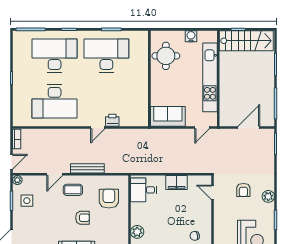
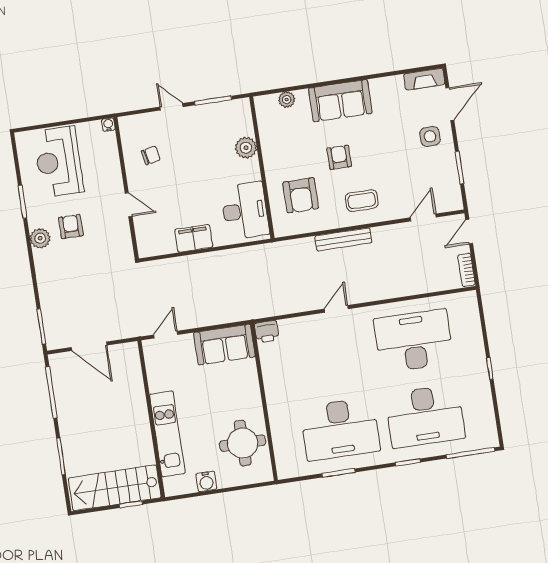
kitchen unit: (210, 77) -> (167, 434), width x0.73
printer: (112, 120) -> (267, 332), moved
door: (249, 128) -> (89, 346), hinge flipped
door: (55, 174) -> (423, 217), moved
plant: (17, 180) -> (455, 203), removed
desk: (144, 190) -> (245, 211), width x1.37
armchair: (243, 190) -> (71, 227), moved
door: (212, 192) -> (129, 205), moved
side table: (27, 201) -> (430, 136), moved
armchair: (82, 218) -> (339, 157), turned 90

